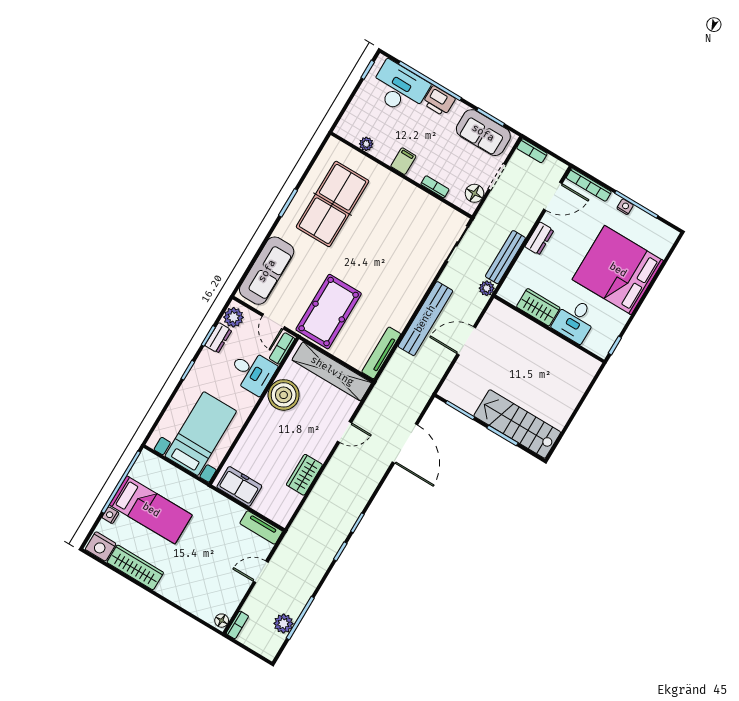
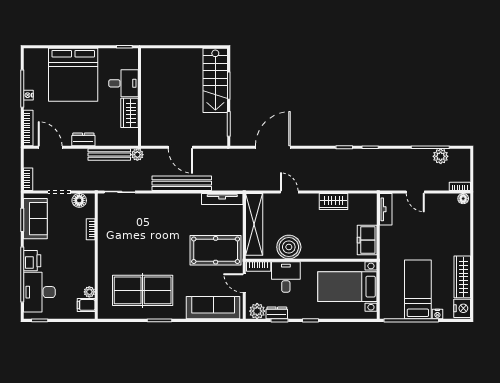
filing cabinet: (403, 161) -> (86, 305), moved
door: (273, 321) -> (244, 283), swing flipped

